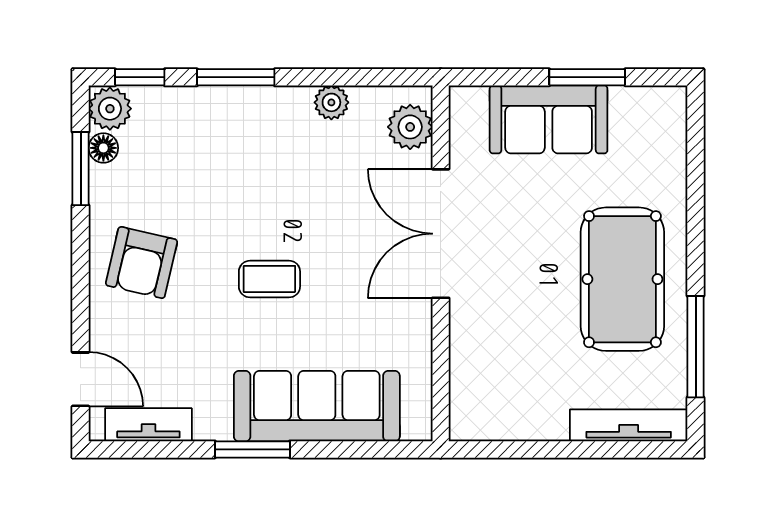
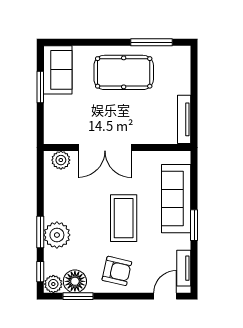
plant: (331, 102) -> (57, 235), moved, width x1.88, depth x1.88
sofa: (549, 119) -> (58, 70), moved
floor lamp: (103, 148) -> (75, 281), width x1.89, depth x1.89
coffee table: (269, 279) -> (124, 218), width x1.86, depth x1.72
tv unit: (629, 425) -> (184, 119), moved

